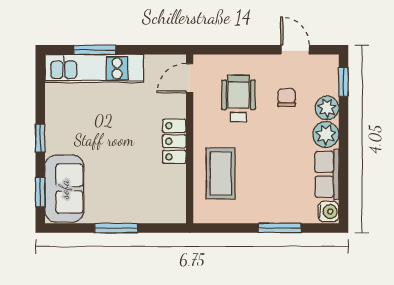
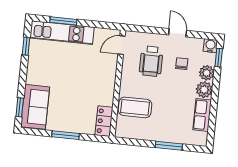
door: (295, 50) -> (178, 33), moved
wheelchair: (238, 99) -> (151, 61), turned 180
window: (40, 138) -> (26, 46), moved
locker: (174, 141) -> (104, 121), moved
coffee table: (221, 173) -> (135, 107), turned 90
water cooler: (329, 212) -> (210, 46), moved, turned -90

